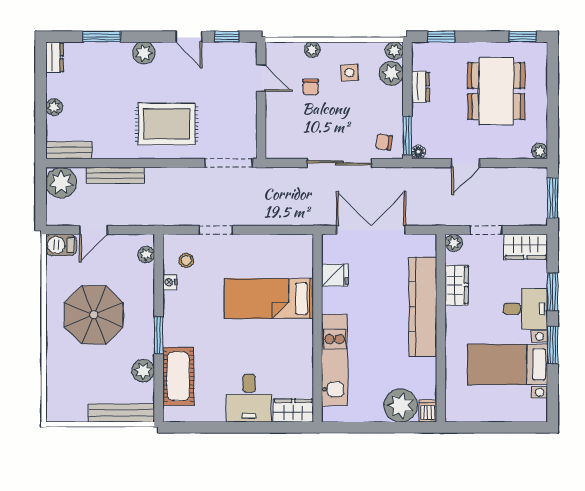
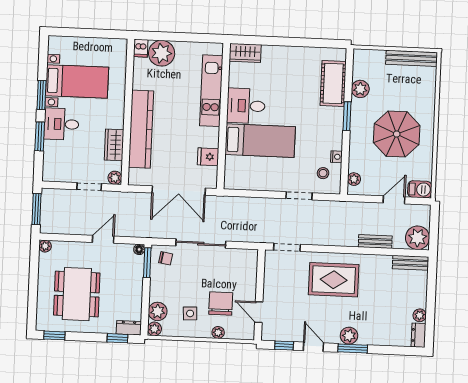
window: (102, 37) -> (353, 348), moved
chair: (311, 87) -> (221, 303), width x1.87, depth x1.87
dresser: (420, 87) -> (129, 328), moved, turned 90
plant: (54, 107) -> (420, 315), moved
doorway: (228, 163) -> (287, 247), width x0.73
bench: (115, 175) -> (375, 242), width x0.73
wardrobe: (526, 247) -> (59, 172), removed
desk: (249, 398) -> (246, 106), moved, turned -90
bench: (121, 413) -> (412, 58), moved

